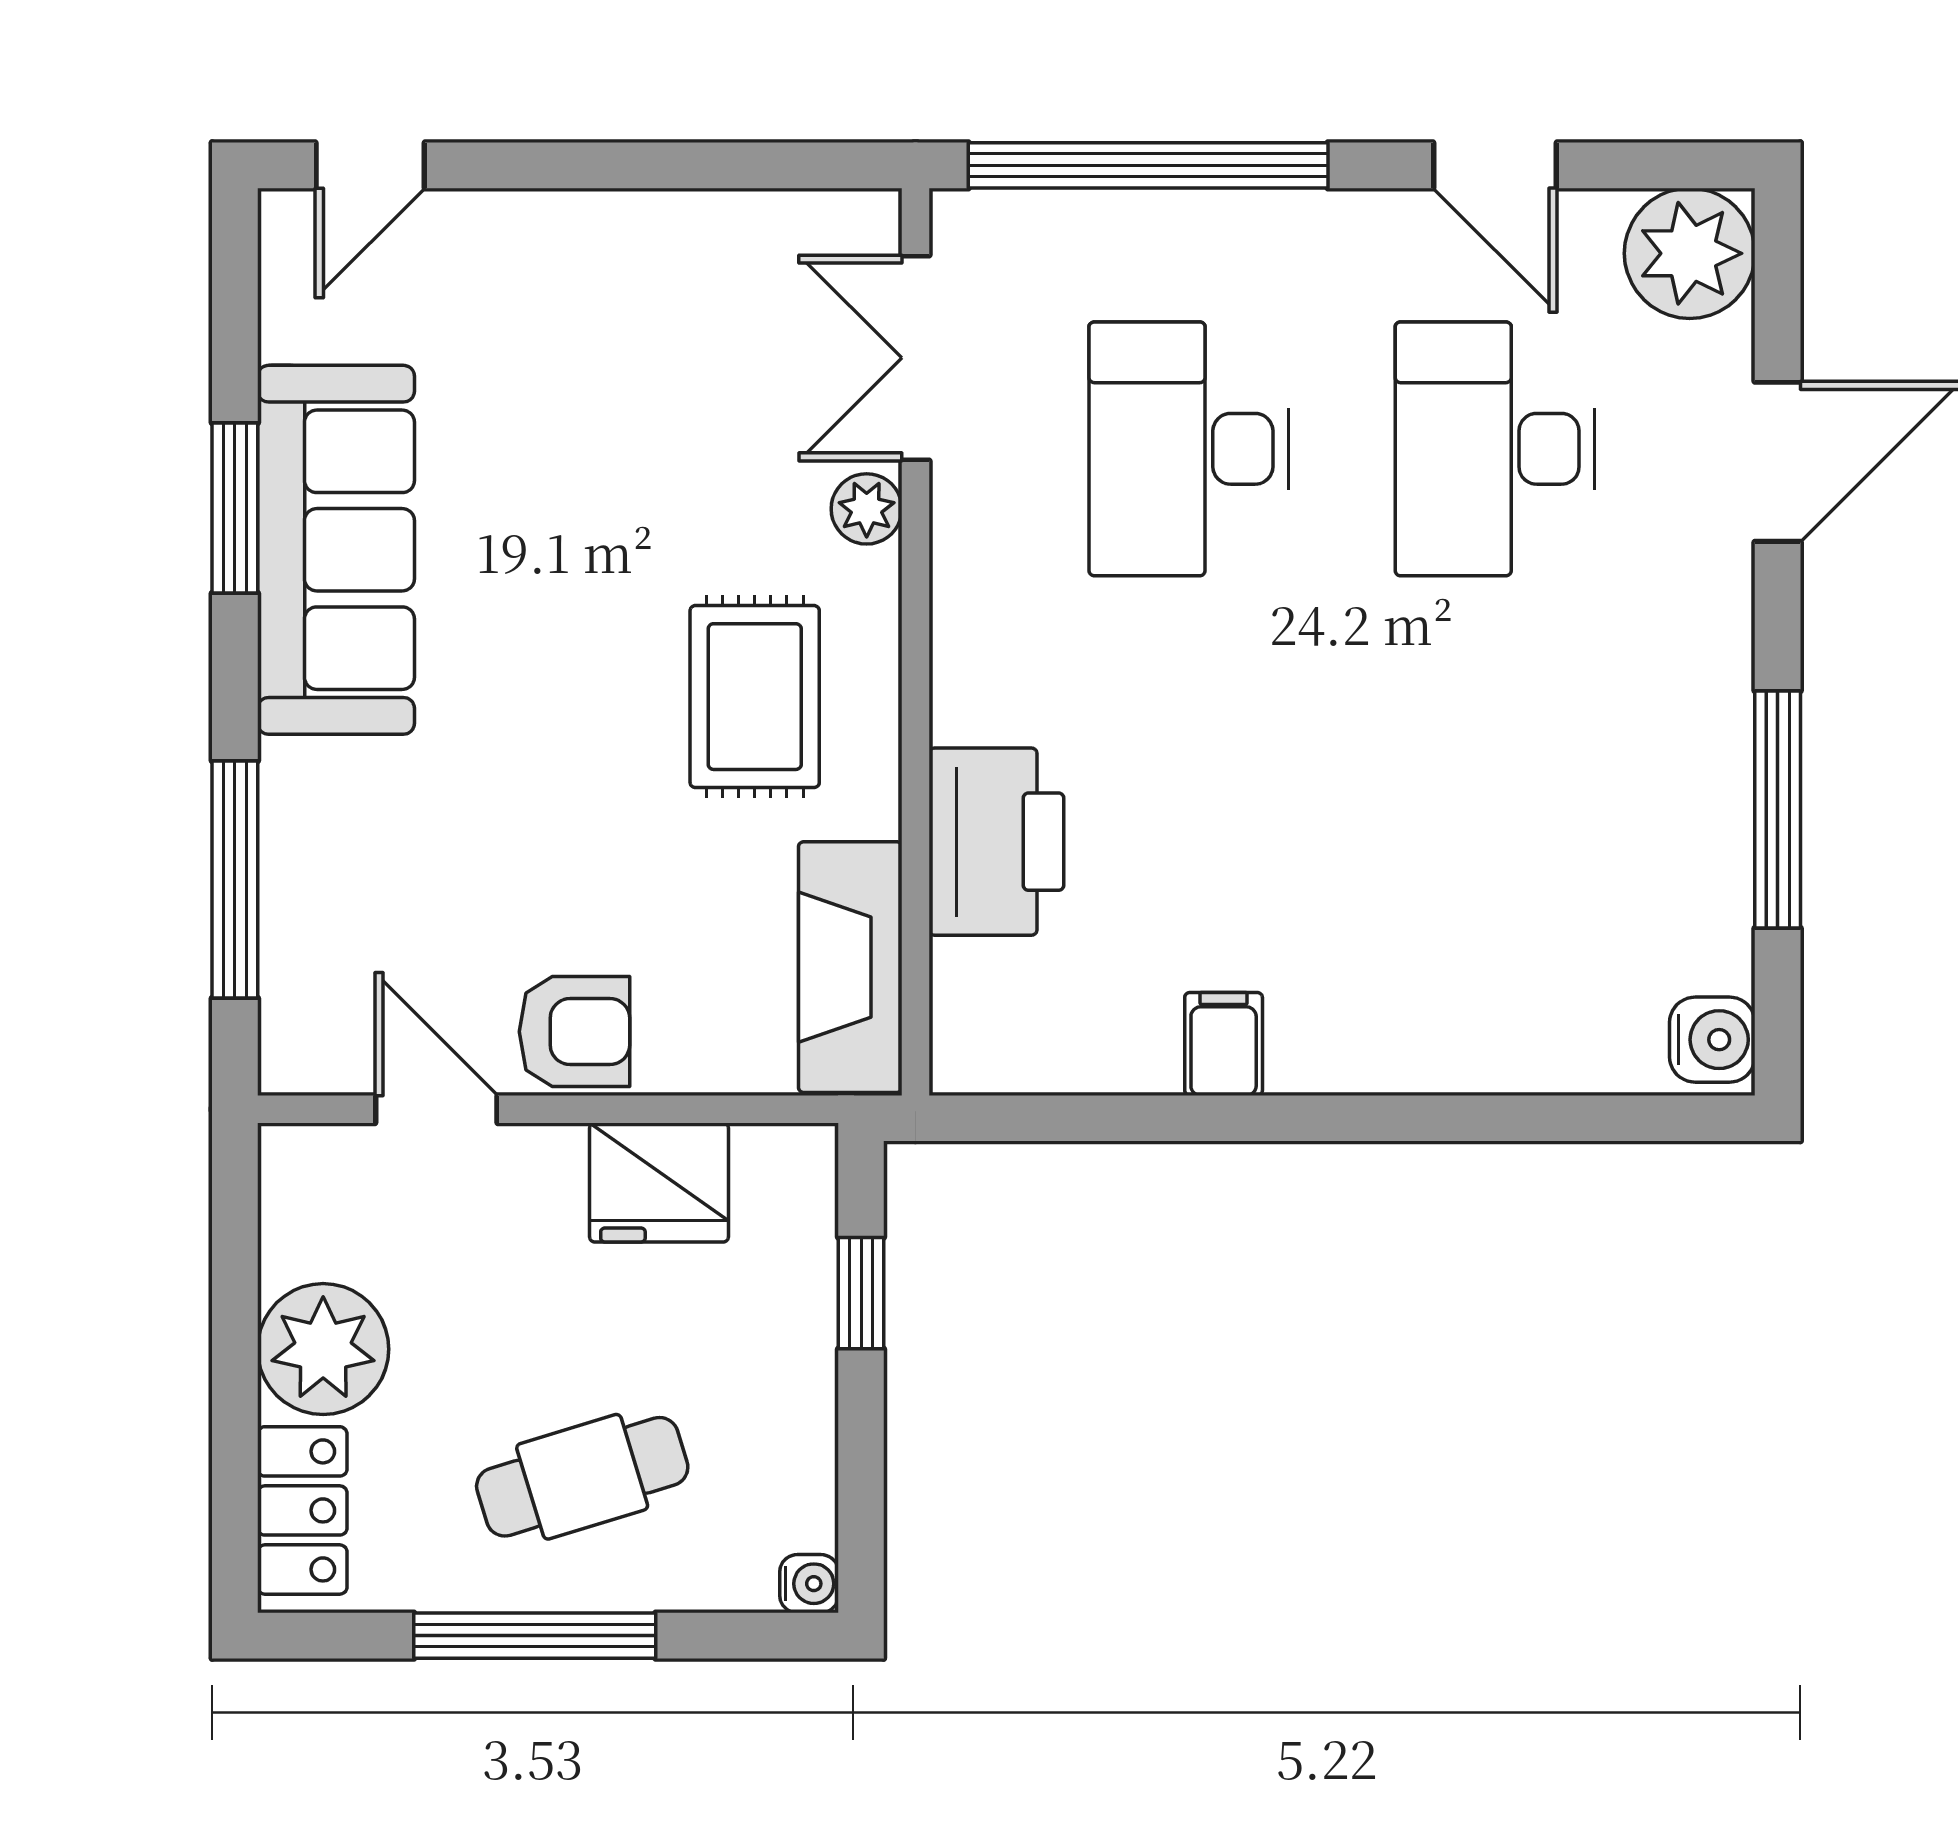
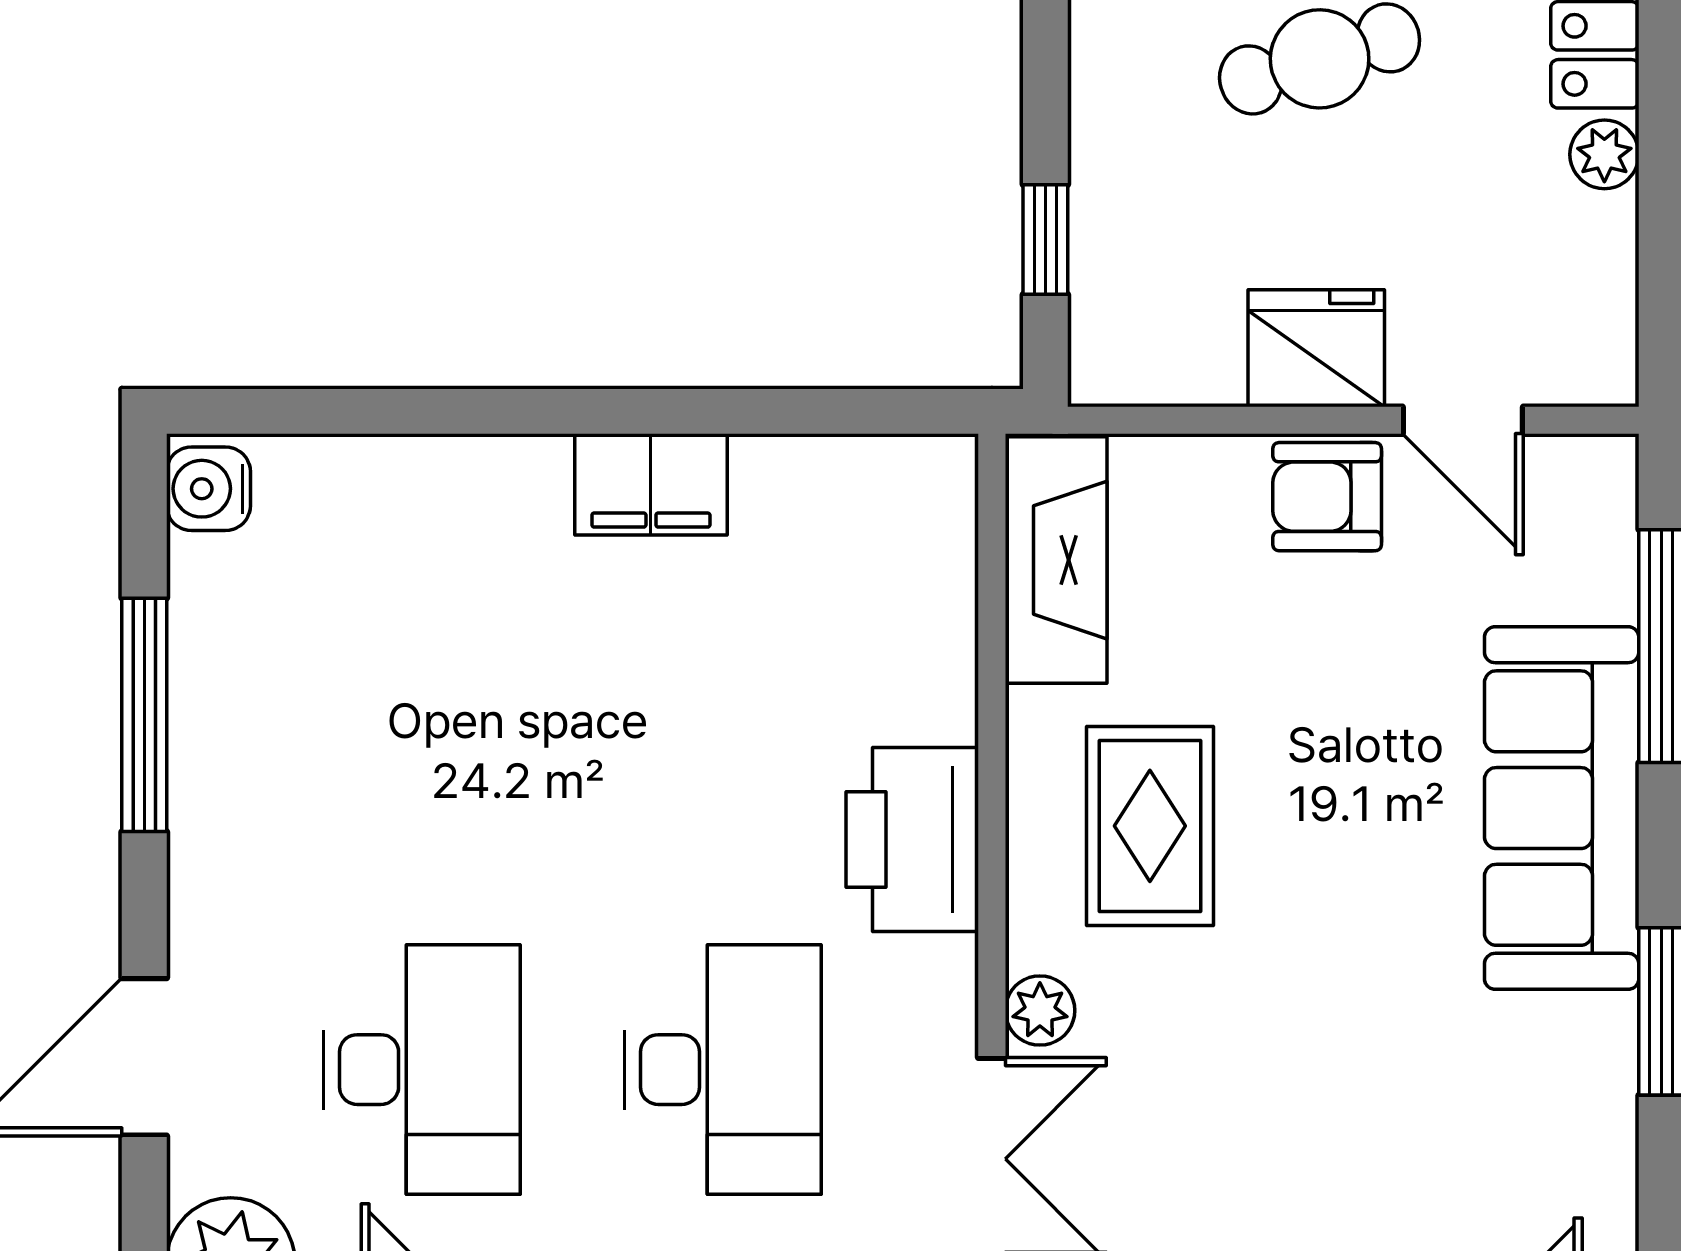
sofa: (336, 550) -> (1562, 808), moved
printer: (996, 842) -> (912, 840), moved
filing cabinet: (1224, 1044) -> (651, 484), width x2.00
fridge: (659, 1182) -> (1316, 348), moved
plant: (323, 1349) -> (1604, 154), width x0.53, depth x0.53

